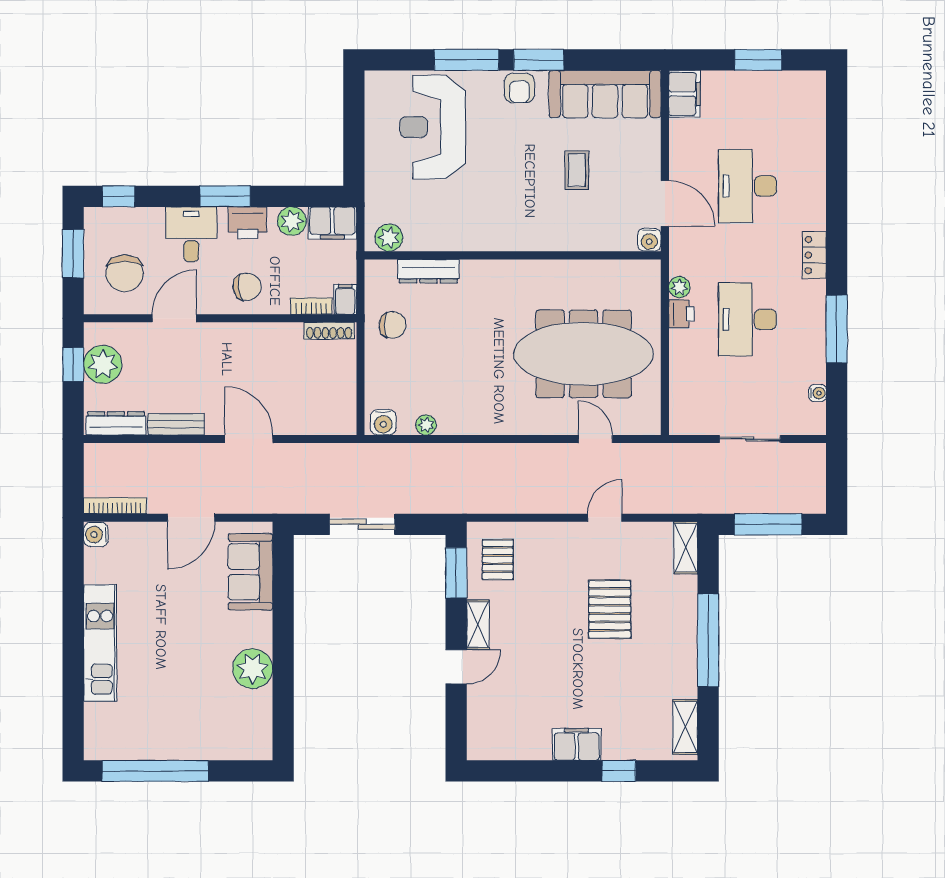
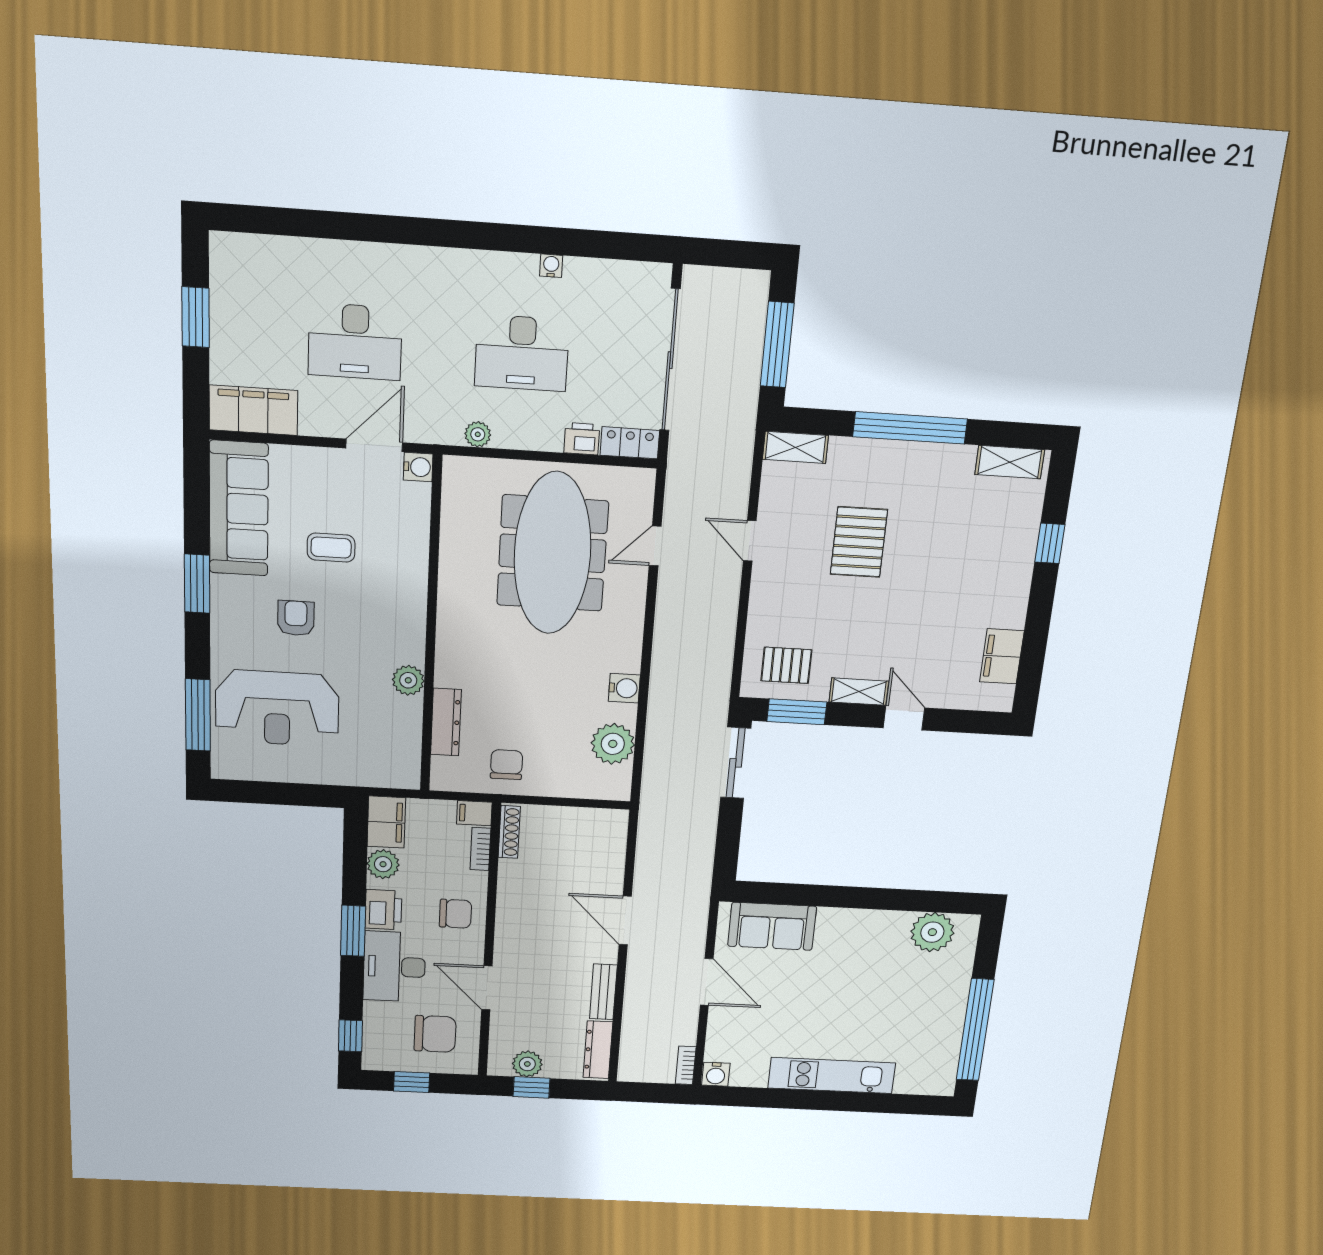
window: (467, 60) -> (198, 715), moved
armchair: (519, 88) -> (296, 618), moved, turned -90
filing cabinet: (684, 94) -> (253, 410), width x1.50, depth x1.17
desk: (191, 234) -> (394, 967), width x1.37
plant: (389, 238) -> (408, 680), moved
window: (73, 254) -> (412, 1082), width x0.67
locker: (814, 255) -> (630, 443), moved, turned 180
chair: (247, 287) -> (455, 914), turned 97
printer: (681, 314) -> (582, 439), moved
window: (837, 329) -> (540, 240), removed
plant: (103, 364) -> (527, 1064), width x0.73, depth x0.73
water cooler: (818, 393) -> (551, 266), moved
water cooler: (383, 422) -> (624, 688), moved
plant: (426, 425) -> (613, 744), width x1.87, depth x1.87
door: (249, 439) -> (625, 921), hinge flipped
sliding door: (750, 439) -> (670, 360), width x1.86
bookcase: (115, 506) -> (686, 1065), width x0.64
sliding door: (362, 524) -> (736, 763), moved
pallet: (610, 609) -> (859, 542), turned 90
plant: (253, 669) -> (932, 932), moved
filing cabinet: (577, 744) -> (1002, 656), moved

